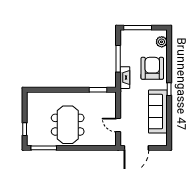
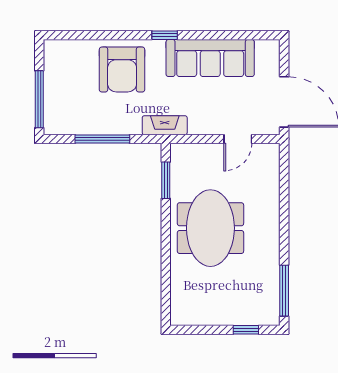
plant: (162, 42) -> (68, 51), removed
armchair: (152, 68) -> (122, 70), turned -90
fireplace: (125, 78) -> (165, 125), moved
meeting table: (68, 125) -> (210, 228), moved, turned 90

